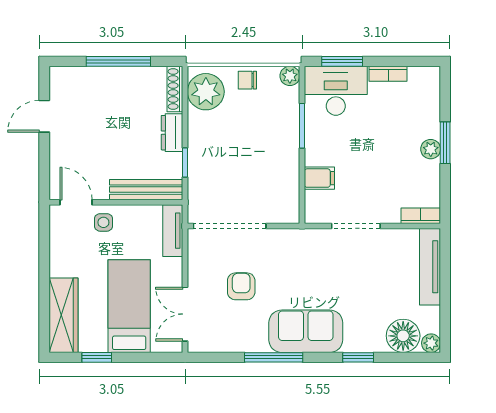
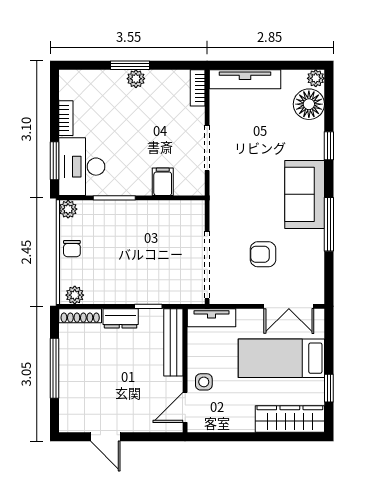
plant: (206, 92) -> (75, 295), width x0.53, depth x0.53

